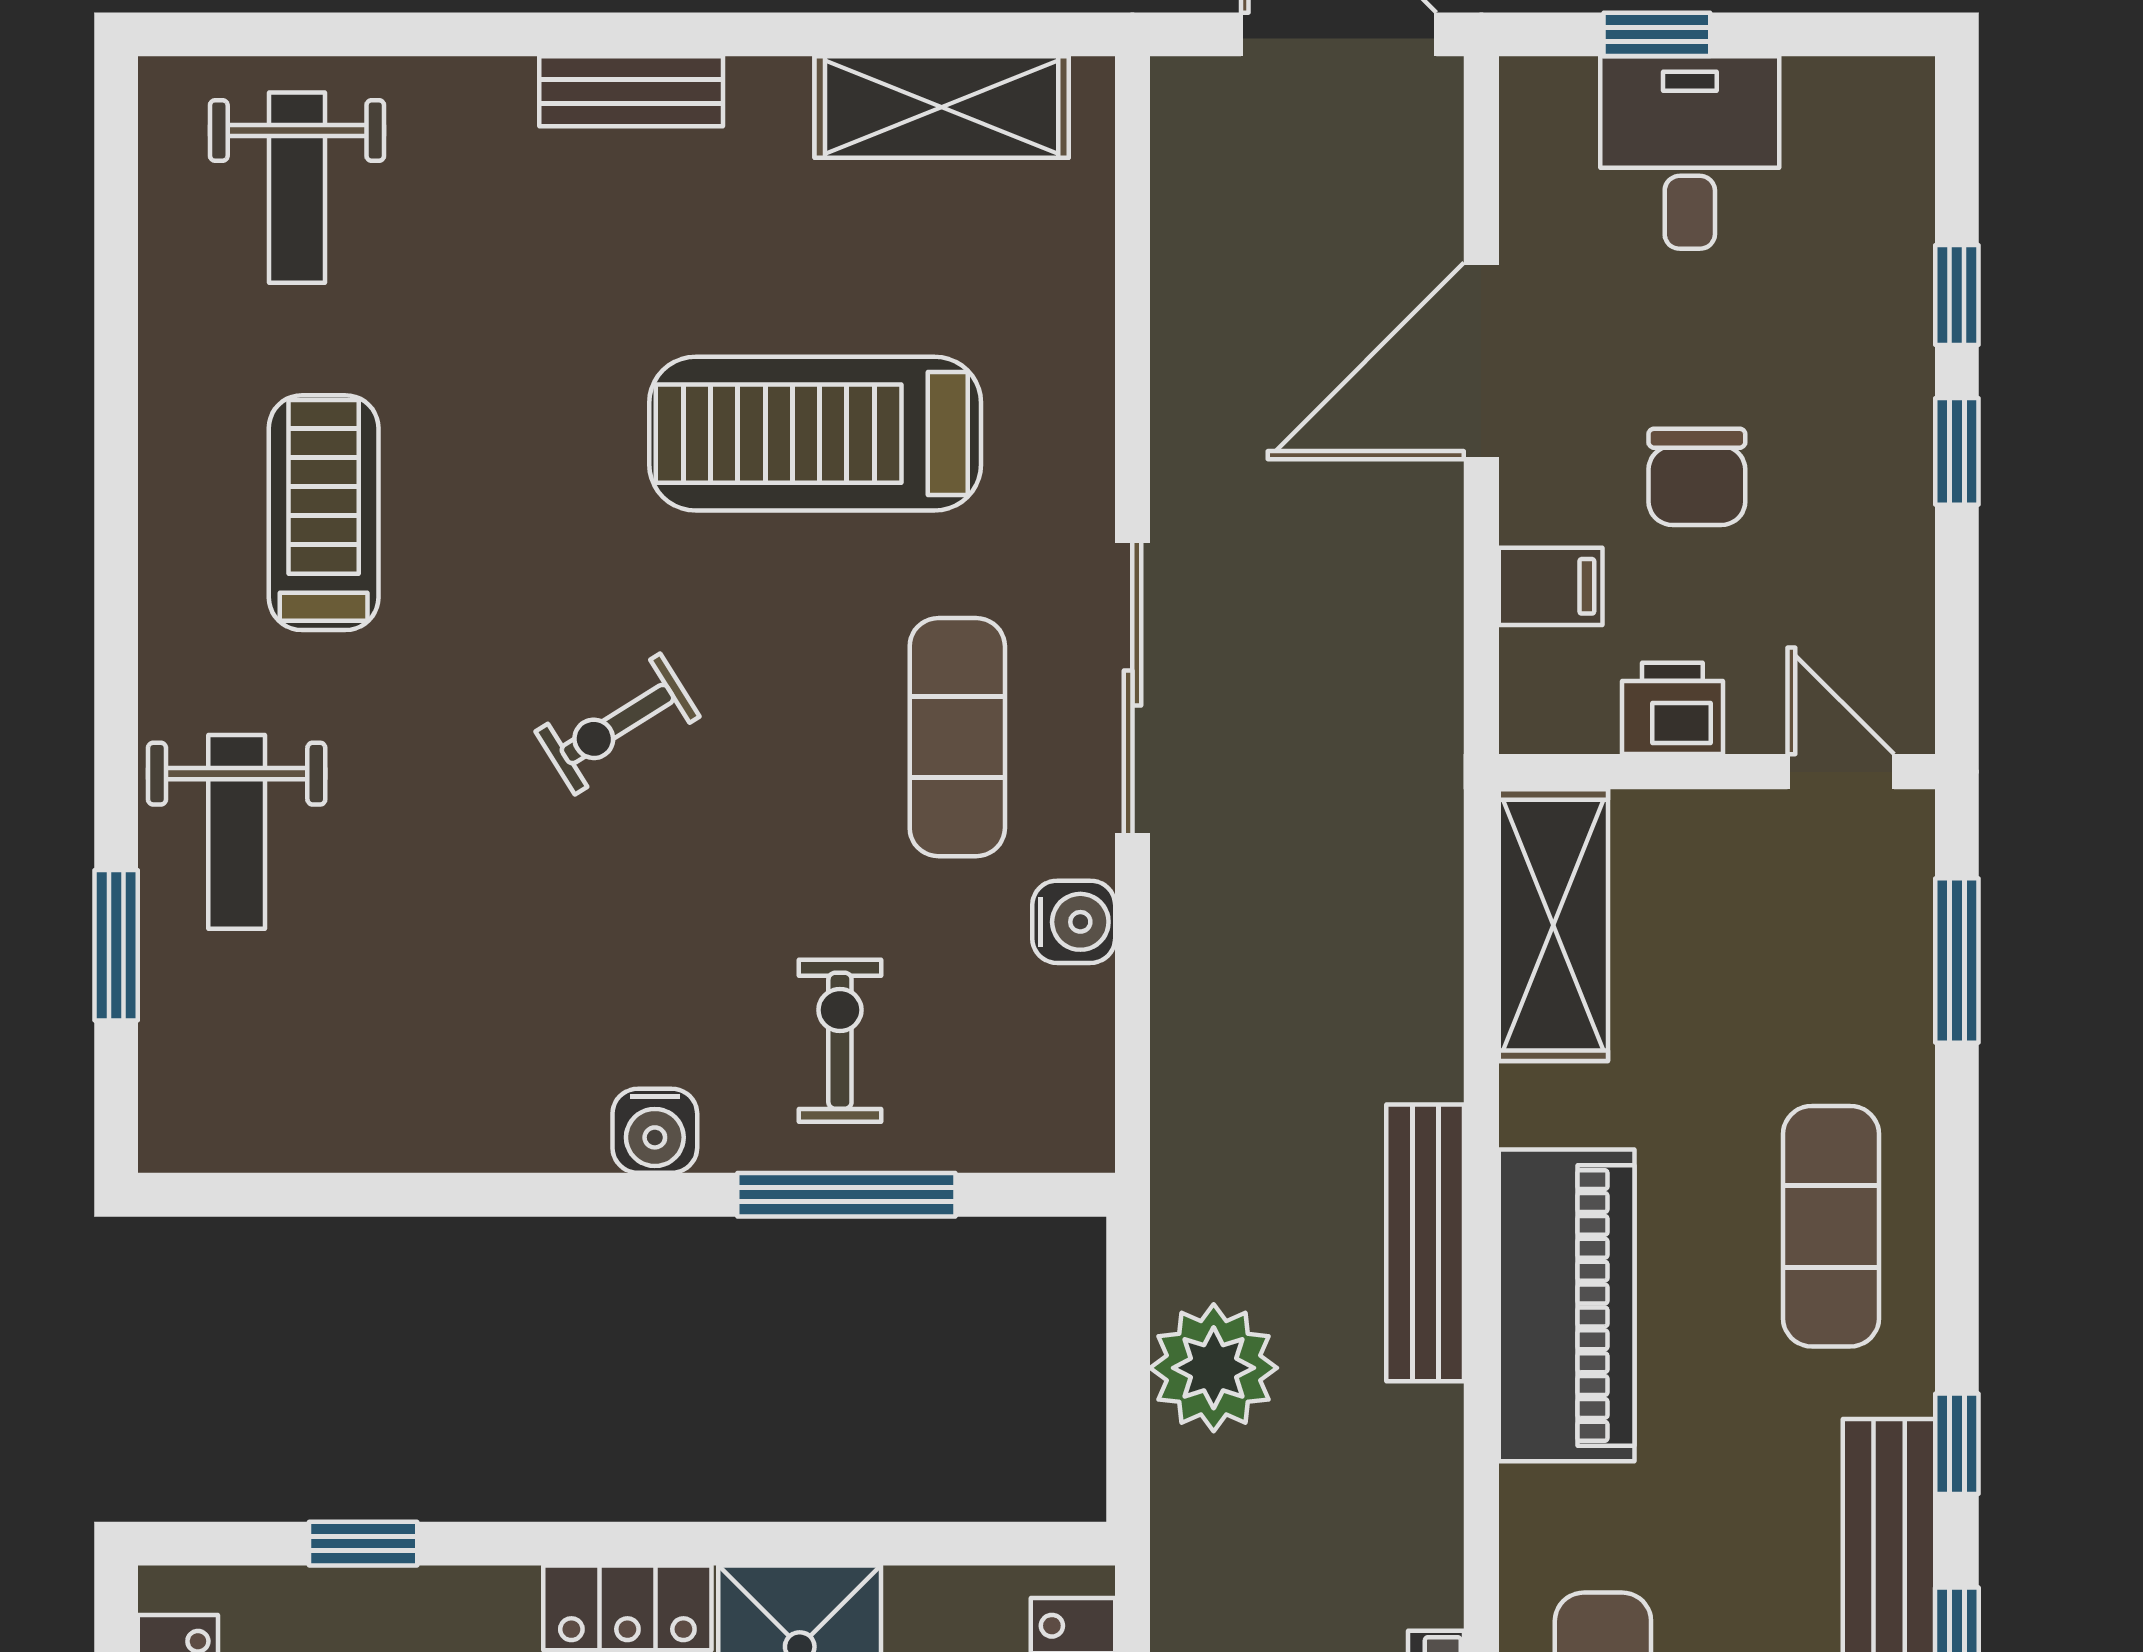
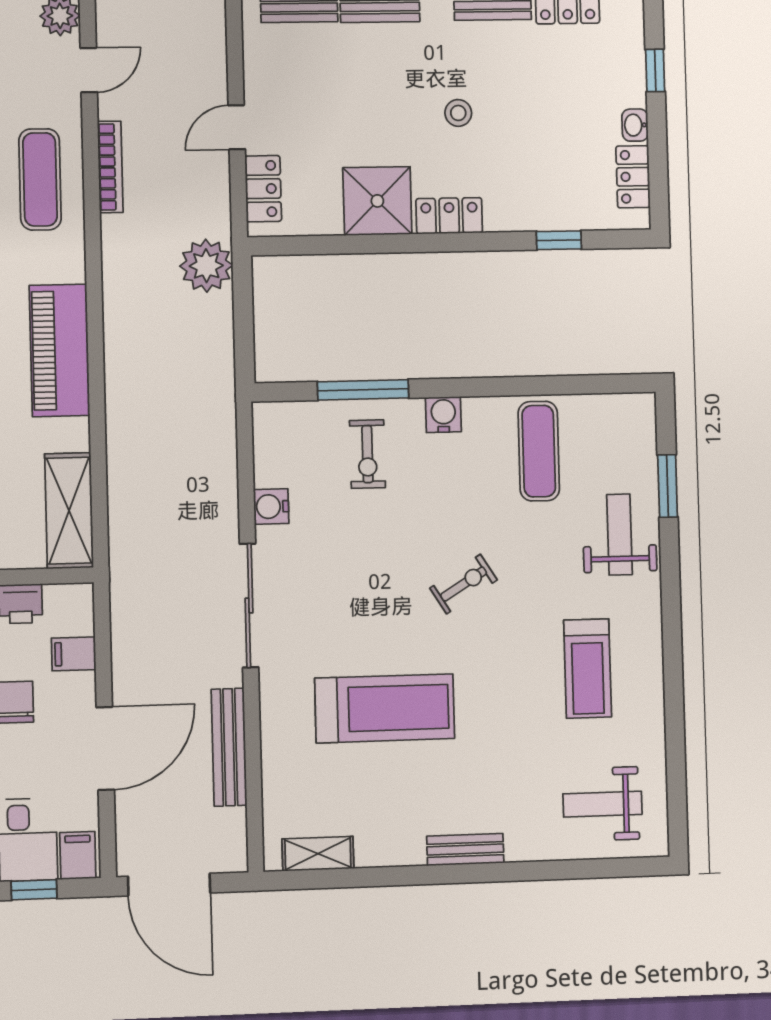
shelving: (942, 107) -> (318, 854), width x0.67, depth x0.75
filing cabinet: (1552, 111) -> (78, 855), added
weight bench: (297, 188) -> (602, 804), turned -90
exercise mat: (957, 737) -> (539, 451), moved
bench: (1425, 1243) -> (229, 747), moved
plant: (1214, 1368) -> (206, 266), moved

